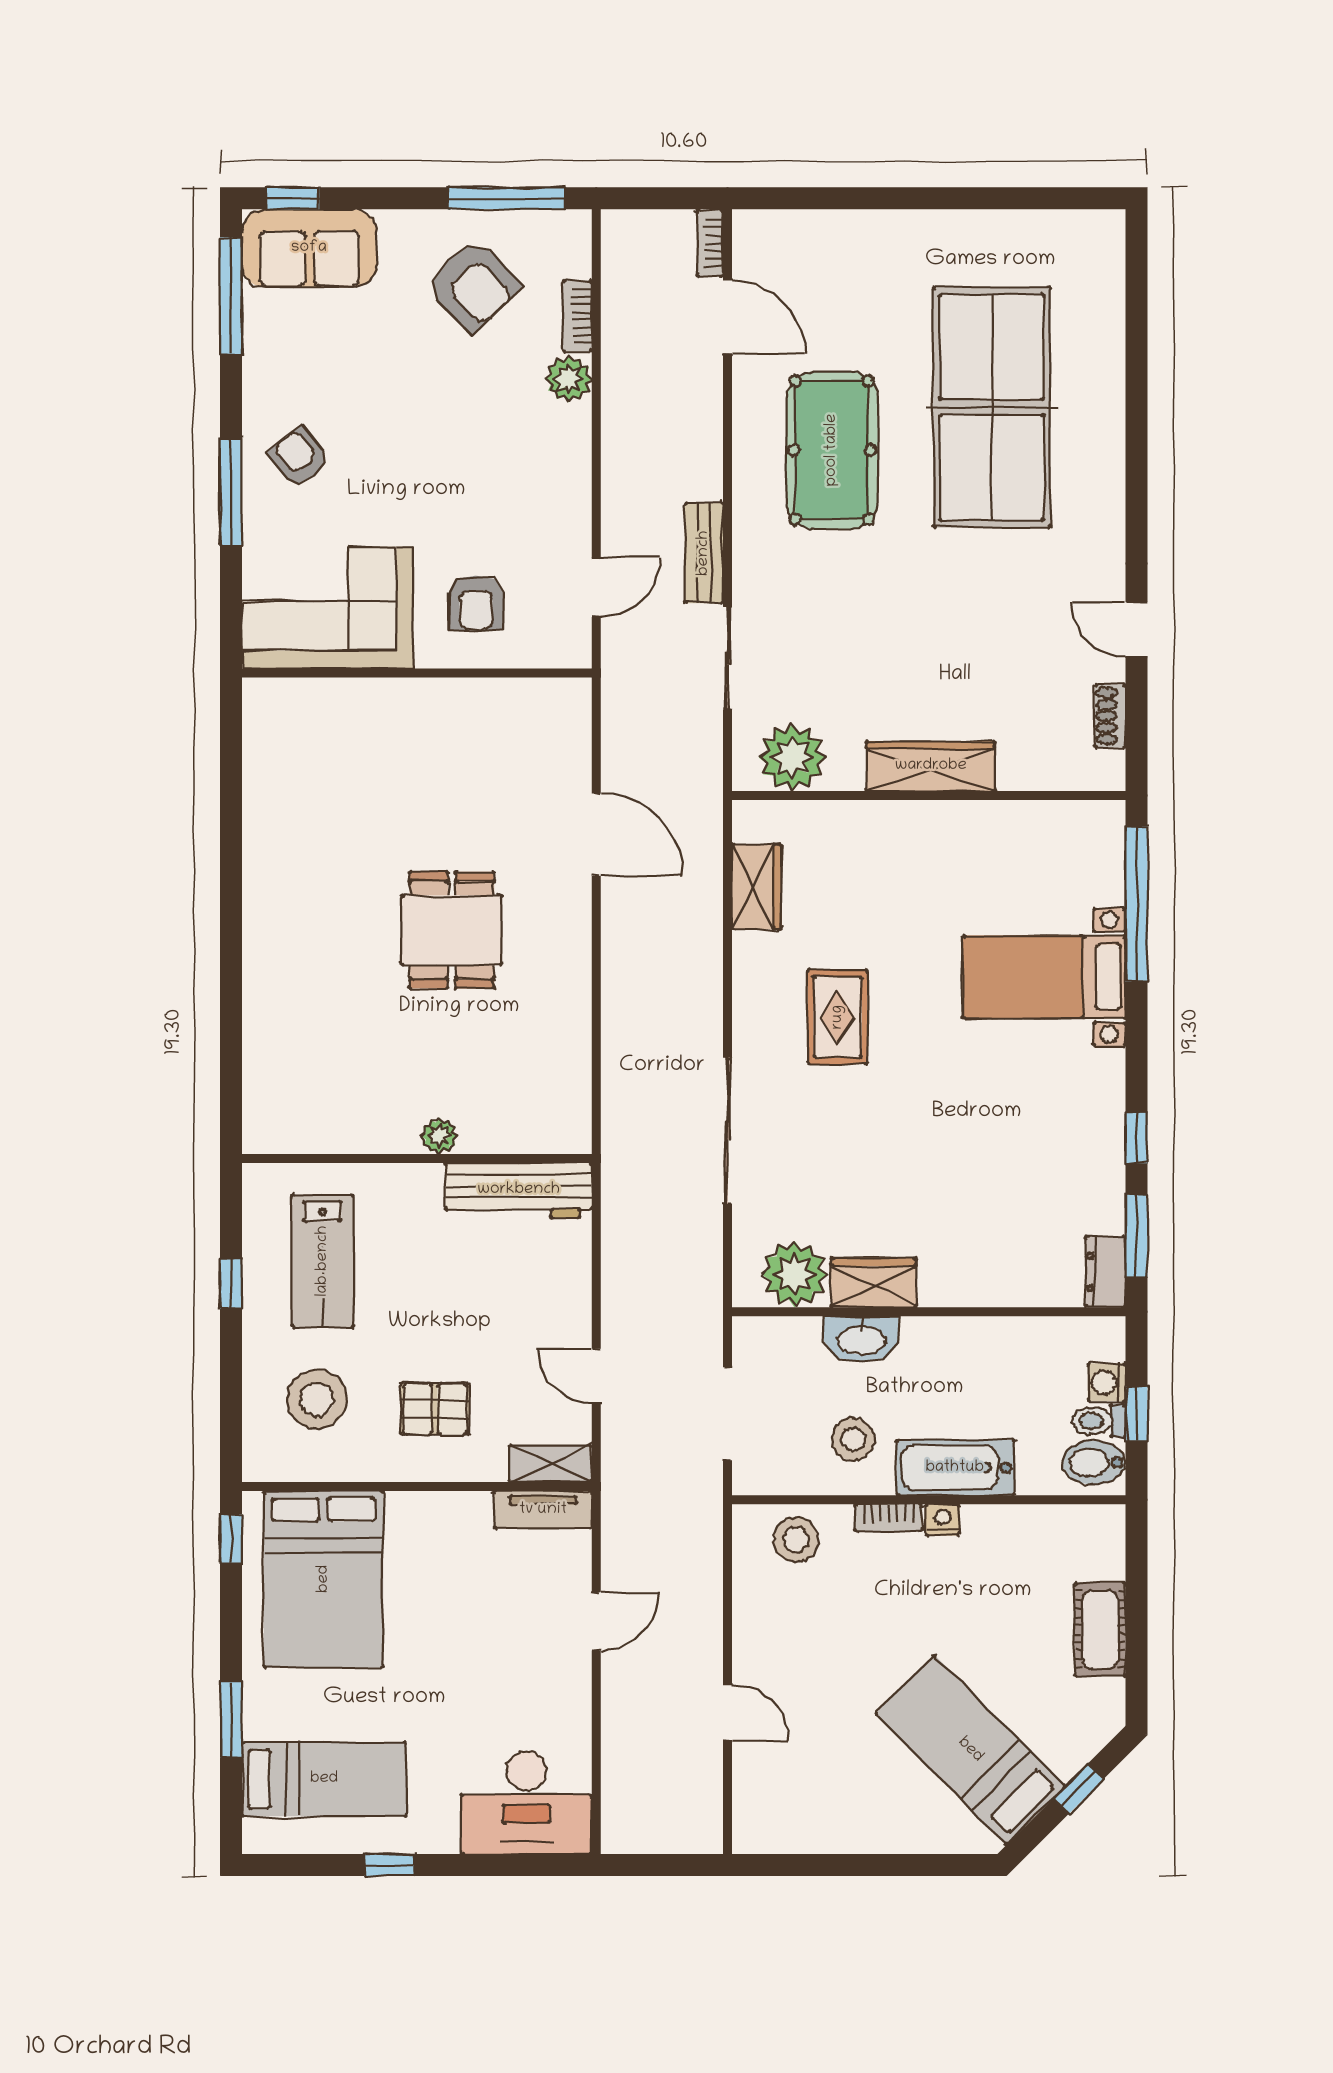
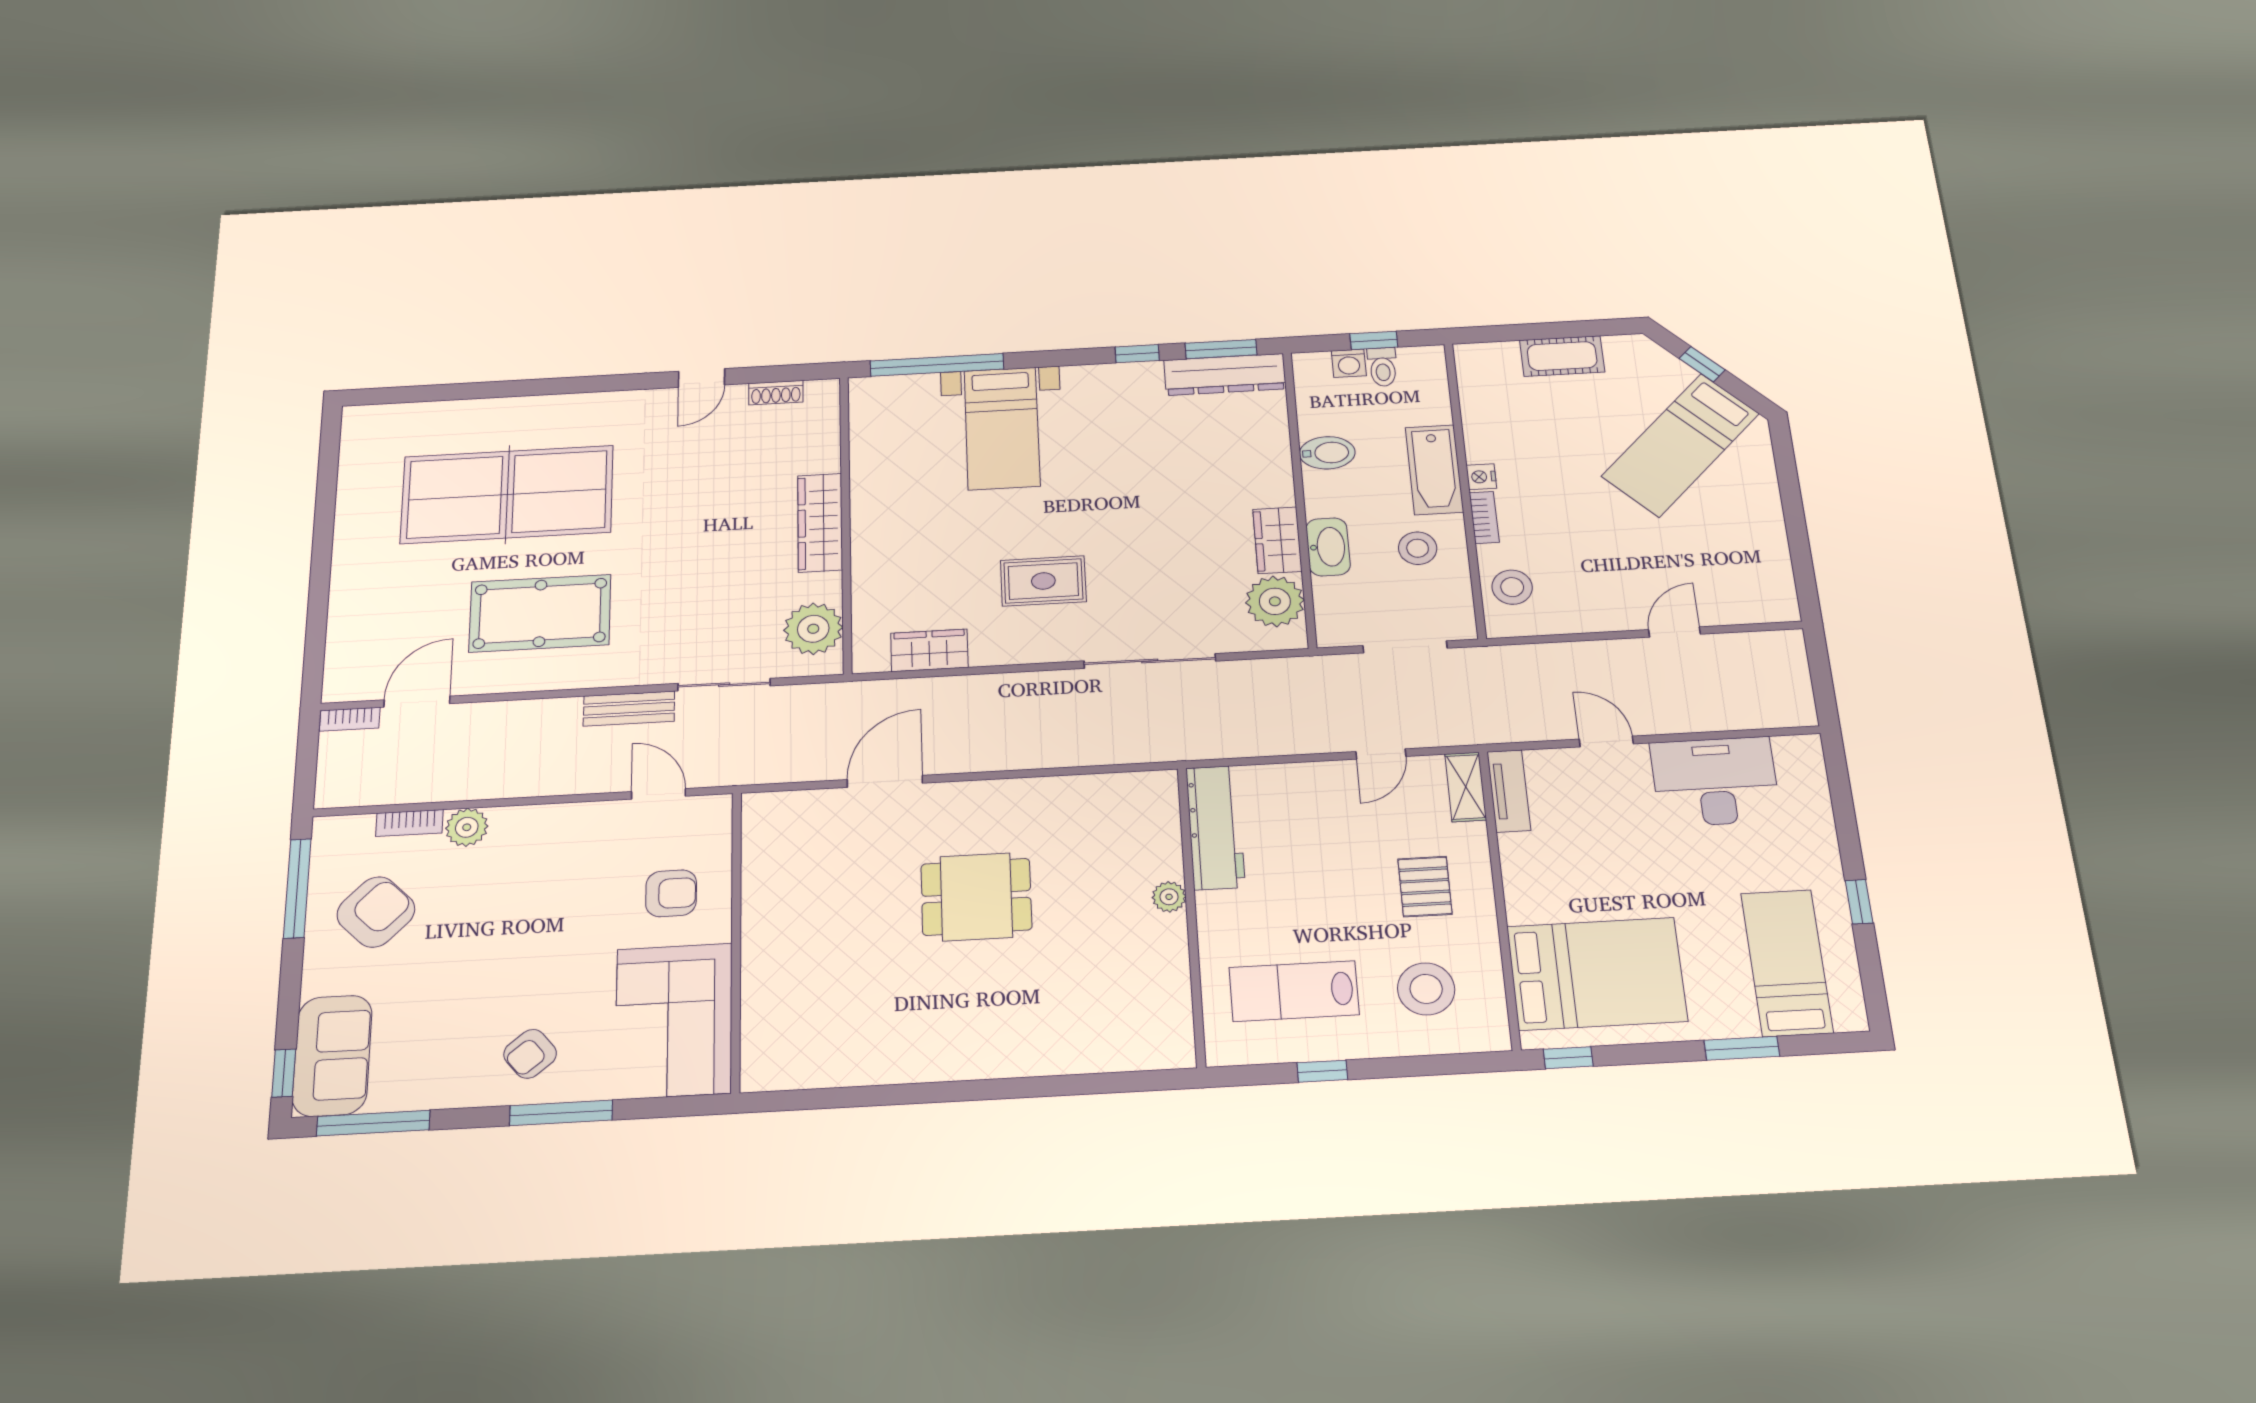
lab bench: (323, 1261) -> (1294, 991), turned 180
dresser: (1106, 1272) -> (1225, 374), width x1.96, depth x1.24
bidet: (1094, 1463) -> (1327, 453), moved, turned -90
desk: (526, 1803) -> (1715, 782), moved, turned -90

